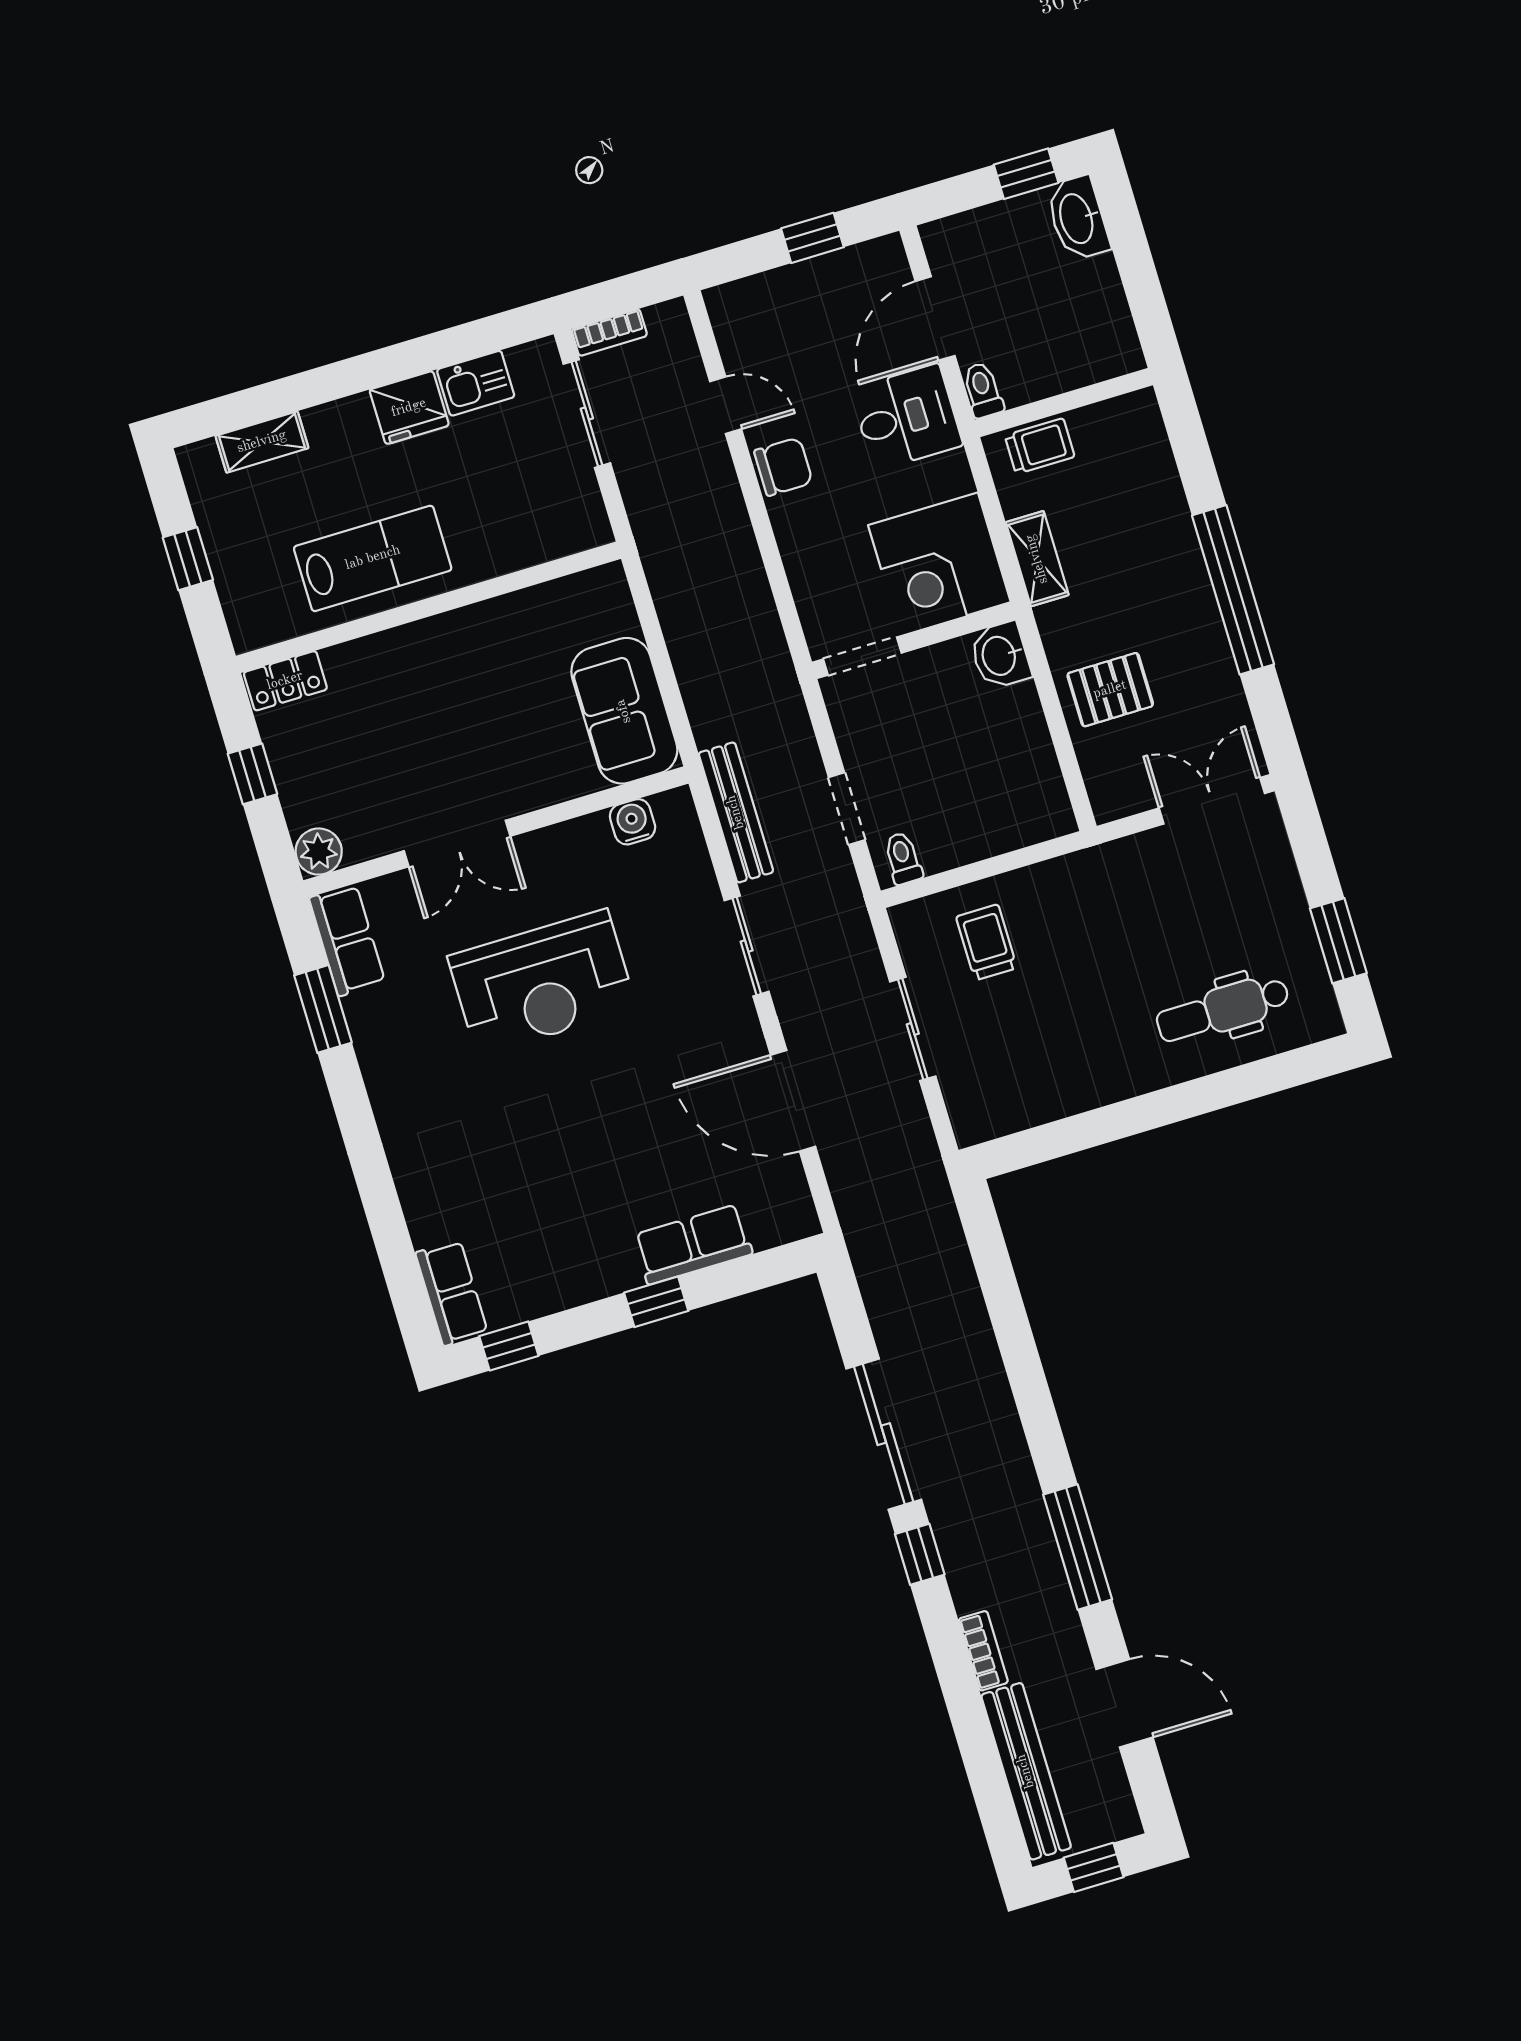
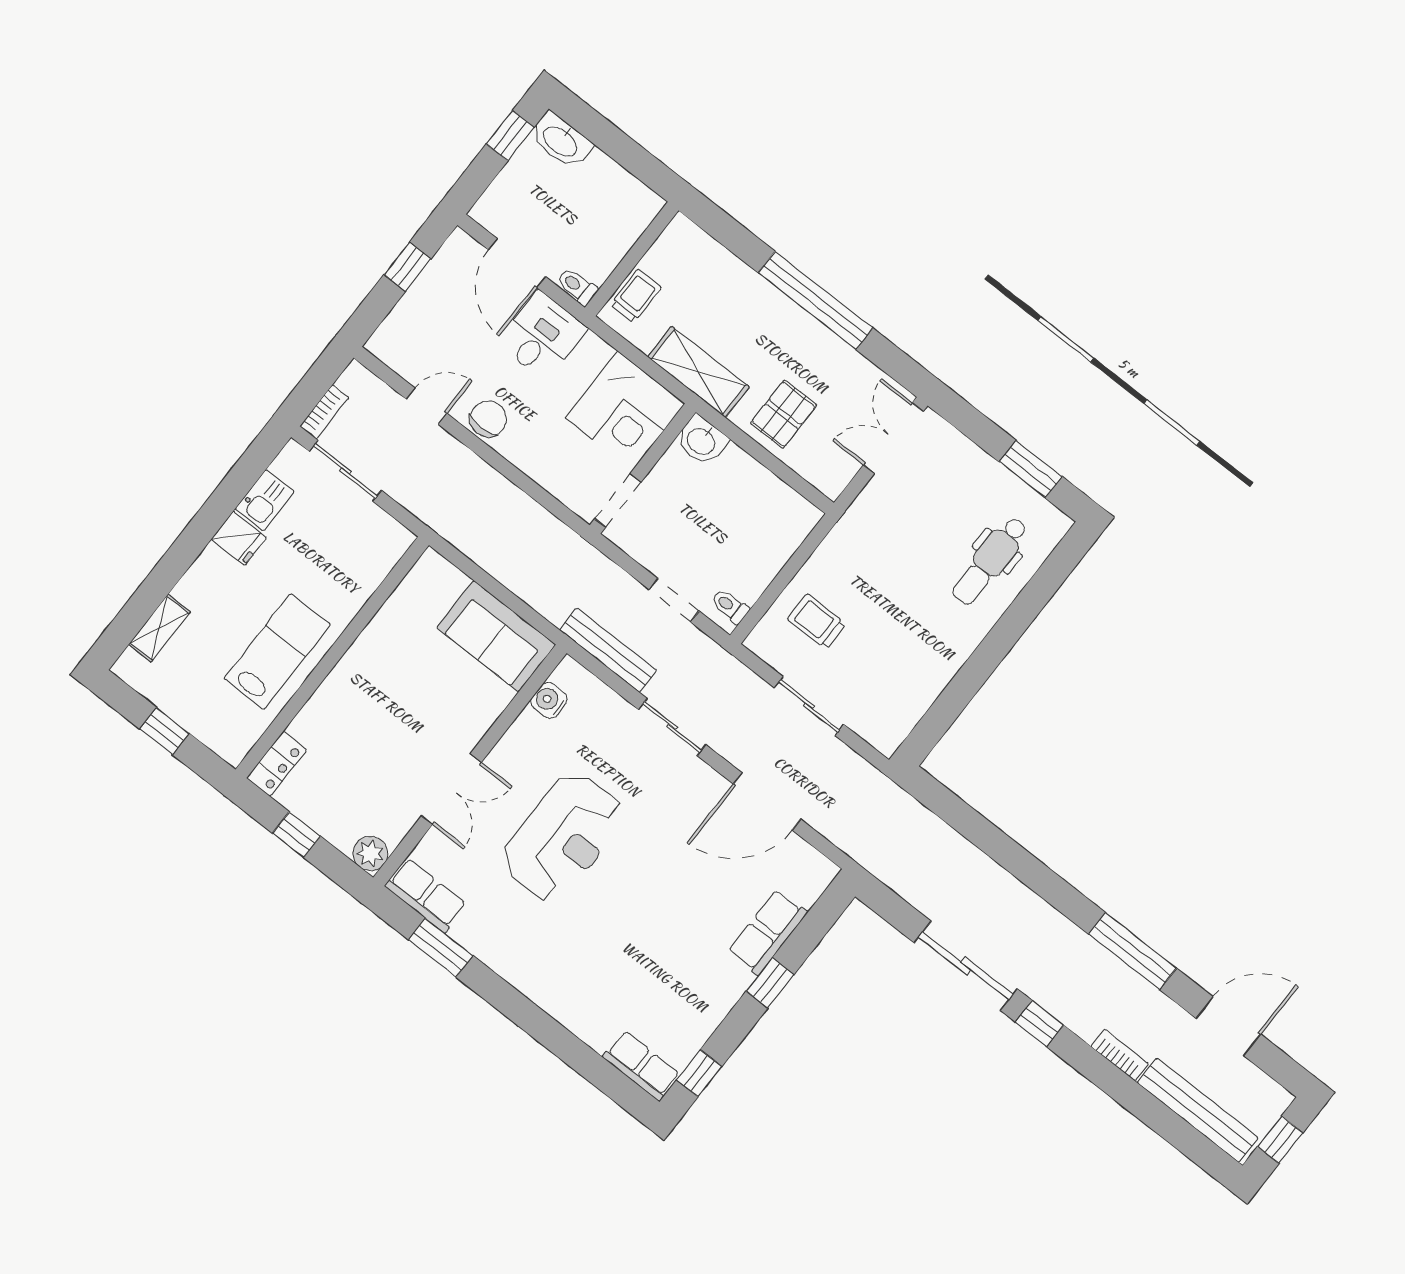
fridge: (409, 408) -> (239, 538), width x0.72
shelving: (1037, 559) -> (699, 372), width x1.50, depth x1.33

